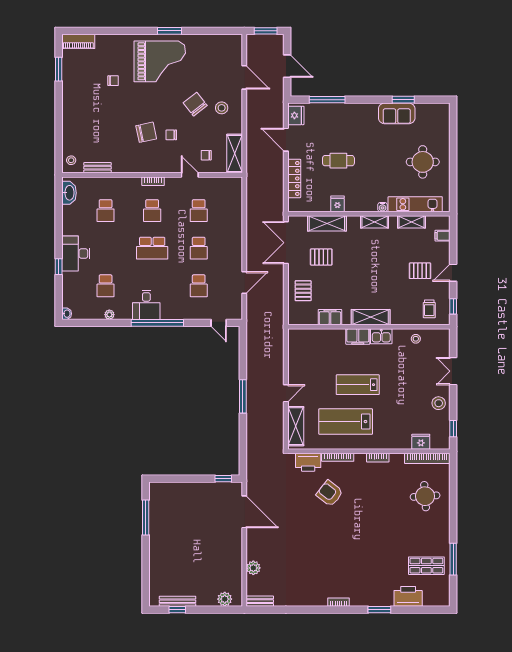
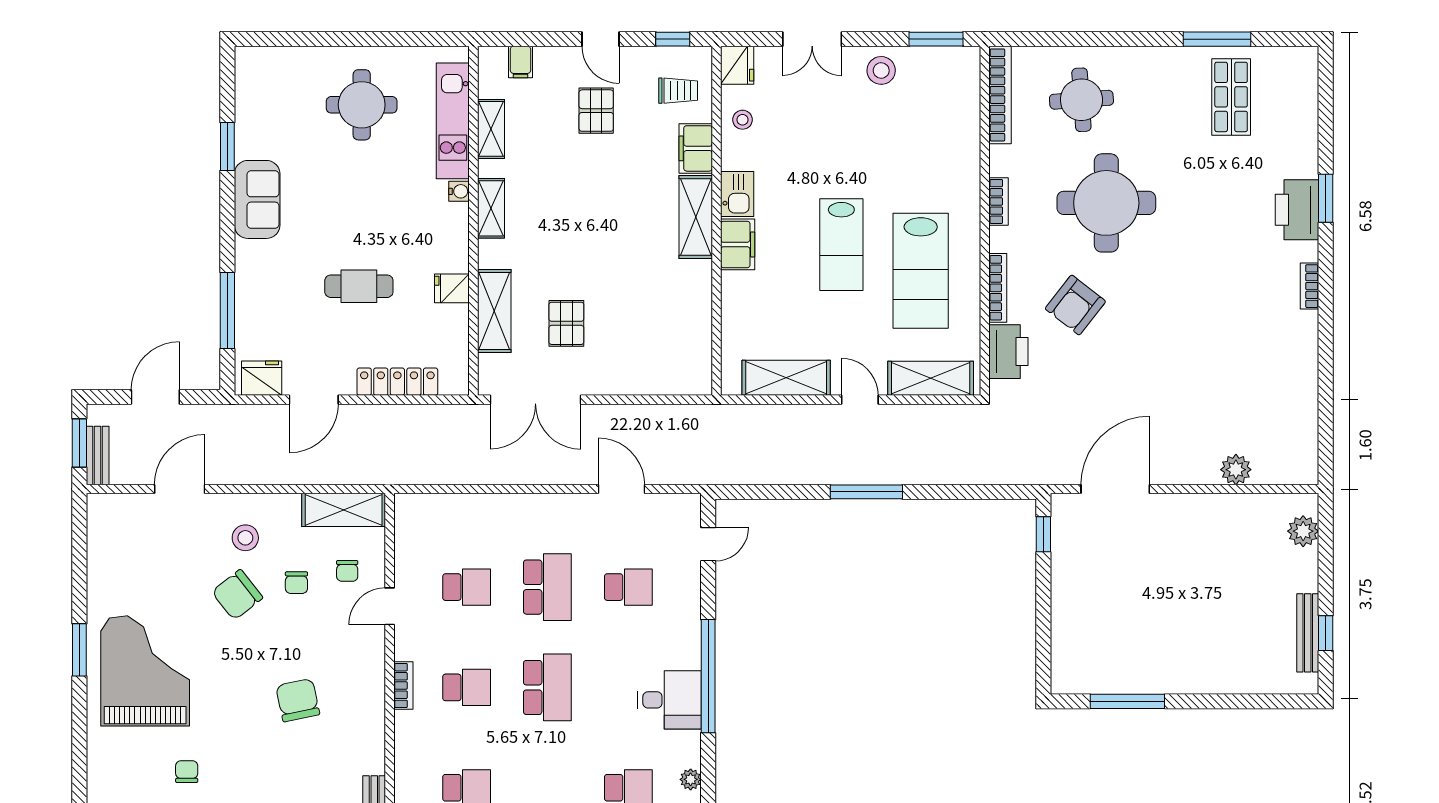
sofa: (397, 113) -> (257, 199), moved
chair: (171, 135) -> (296, 583), moved
cafe table: (338, 161) -> (359, 286), turned 90
school desk: (199, 248) -> (547, 587), width x1.85
pallet: (303, 291) -> (639, 362), removed
filing cabinet: (330, 317) -> (696, 148), moved
shelving: (296, 359) -> (786, 378), added
window: (453, 429) -> (936, 39), width x1.50
fridge: (421, 442) -> (737, 65), moved, turned 180
round table: (377, 508) -> (1106, 203), added
printer: (408, 596) -> (1297, 210), moved
bench: (260, 601) -> (98, 455), moved

